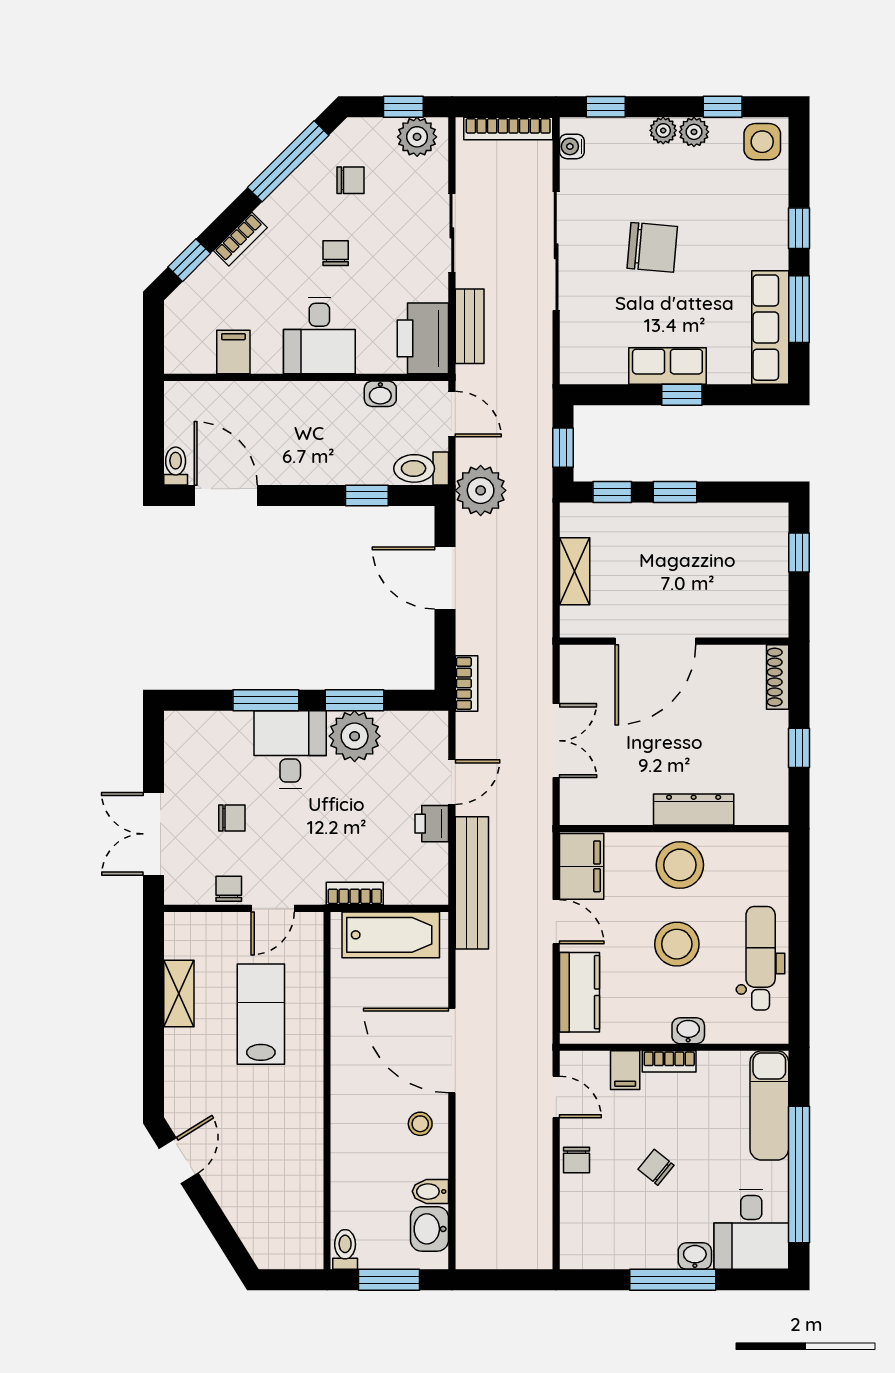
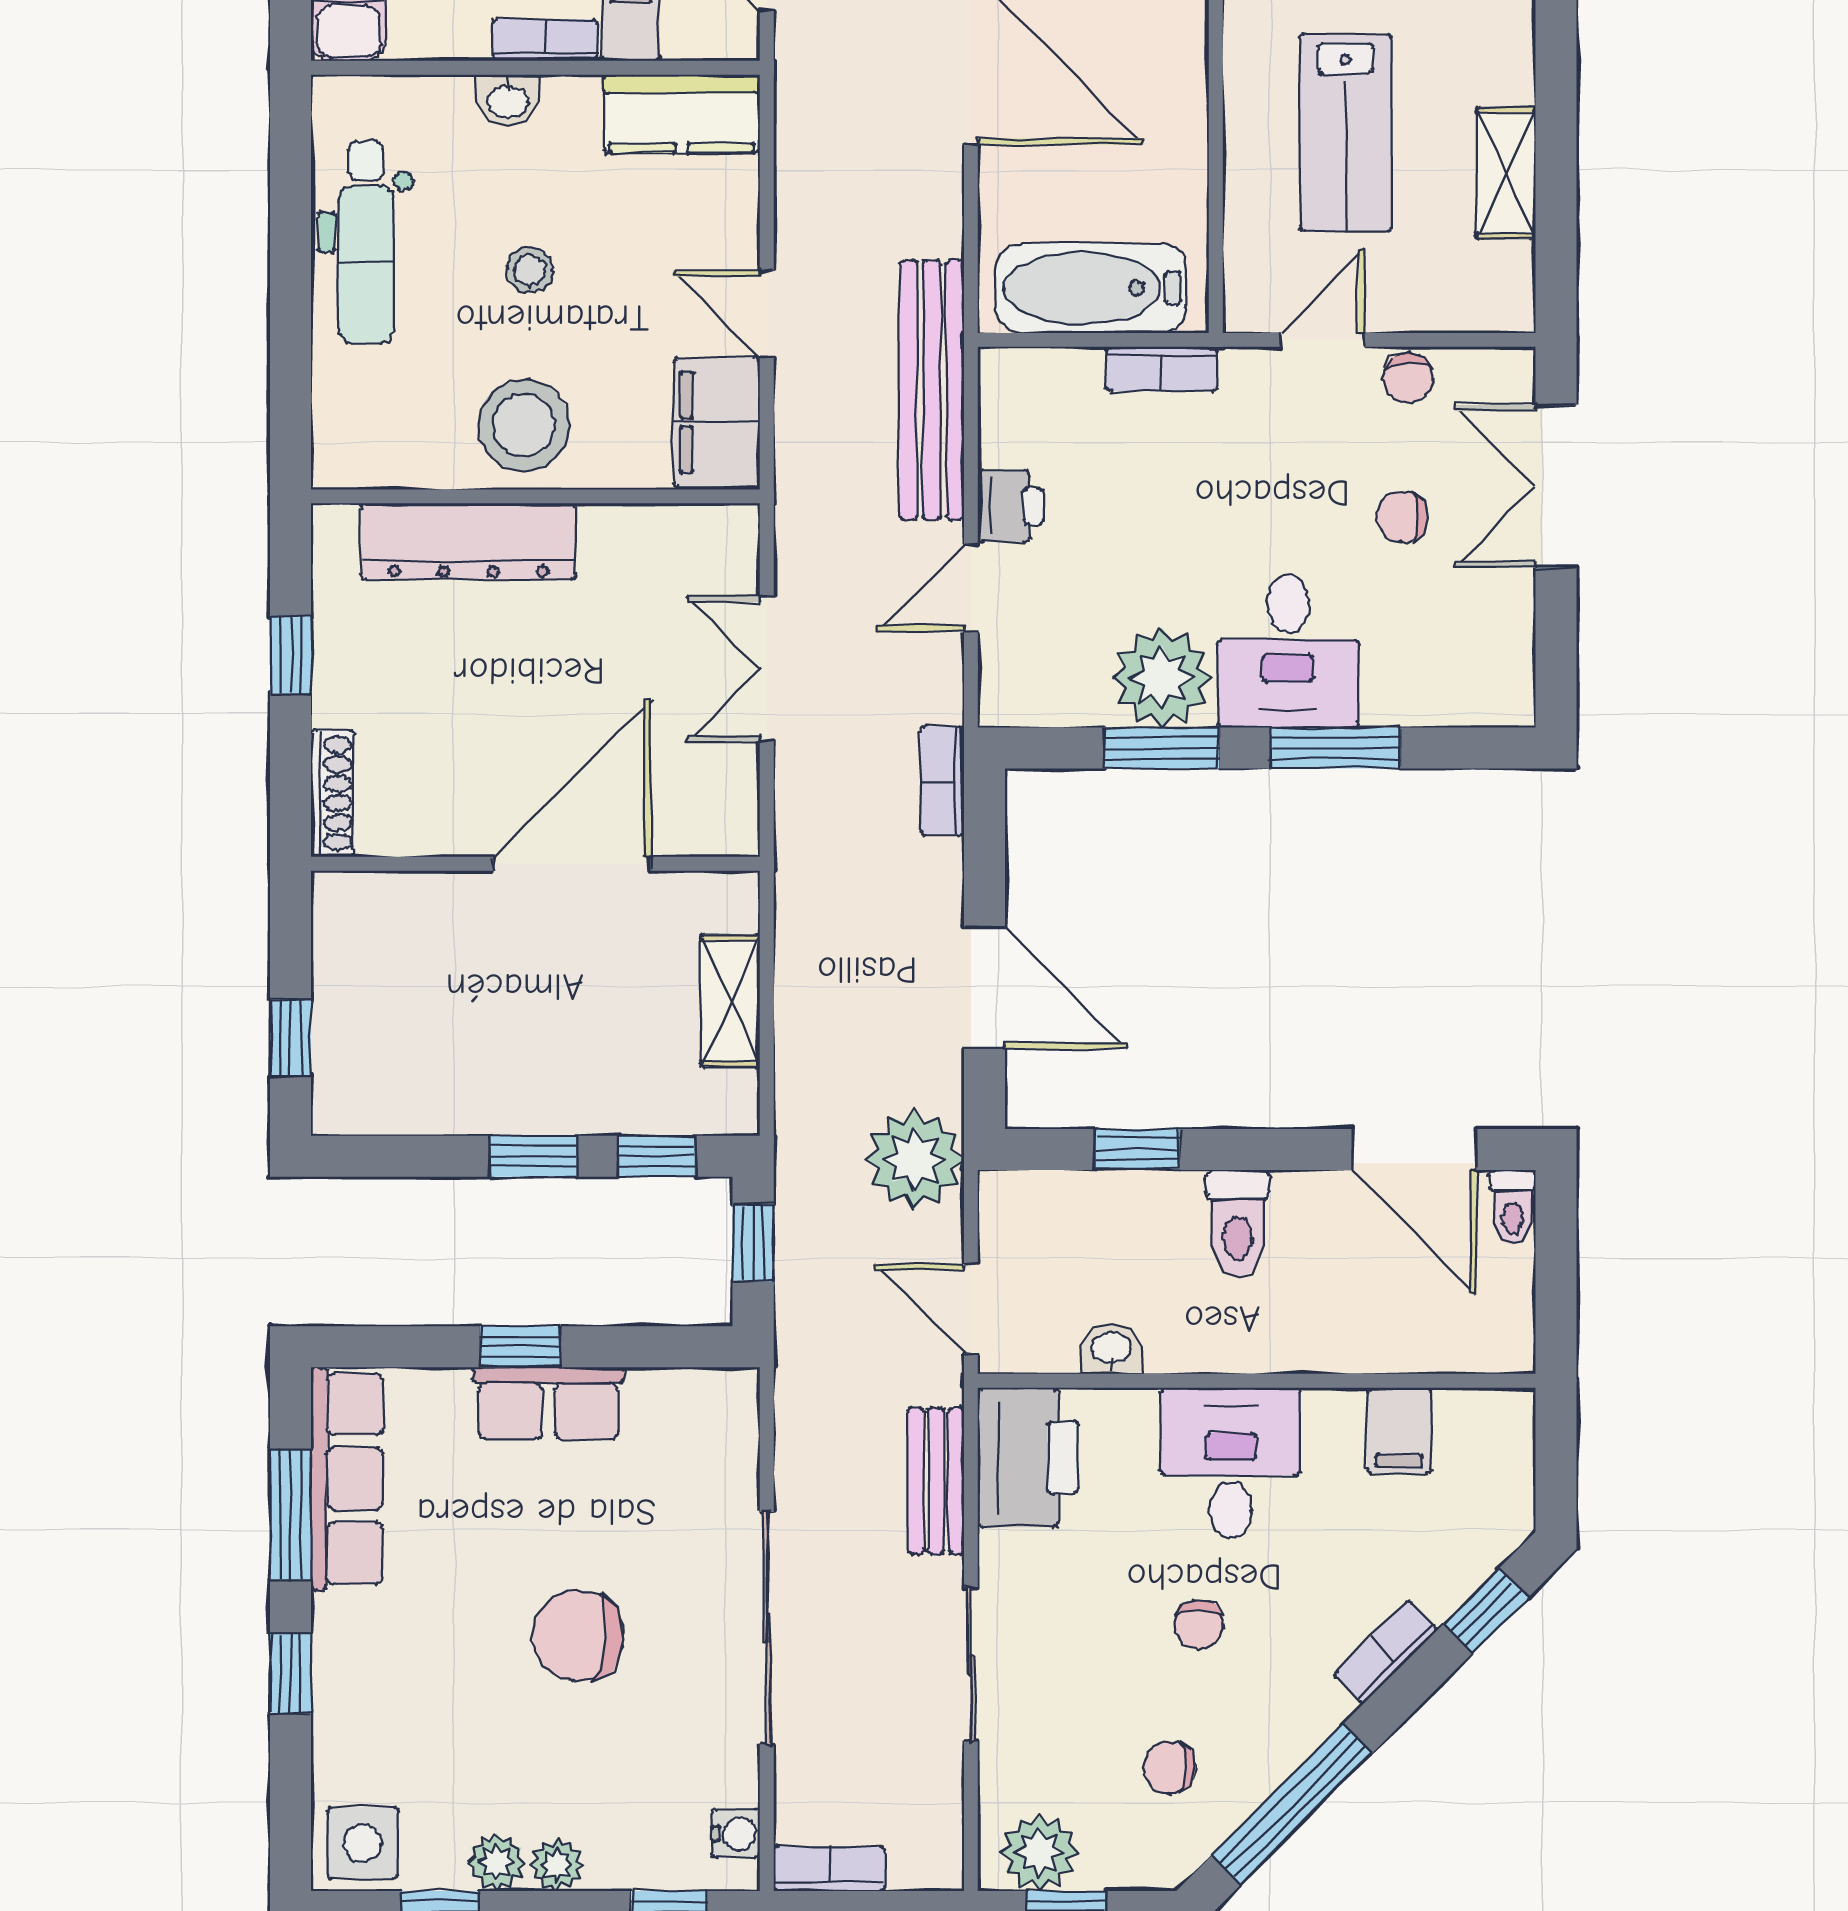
bookcase: (508, 129) -> (829, 1869), width x0.64
toilet: (421, 468) -> (1238, 1223), moved, turned 90
dresser: (694, 809) -> (468, 541), width x1.37, depth x1.24
double door: (153, 834) -> (1556, 486), swing flipped
stool: (677, 944) -> (530, 270), width x0.53, depth x0.53
kitchen counter: (579, 992) -> (682, 114), moved, turned -90

